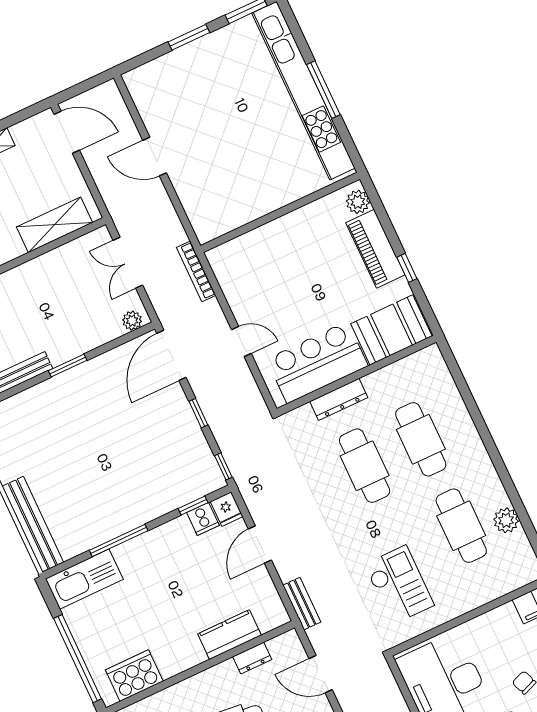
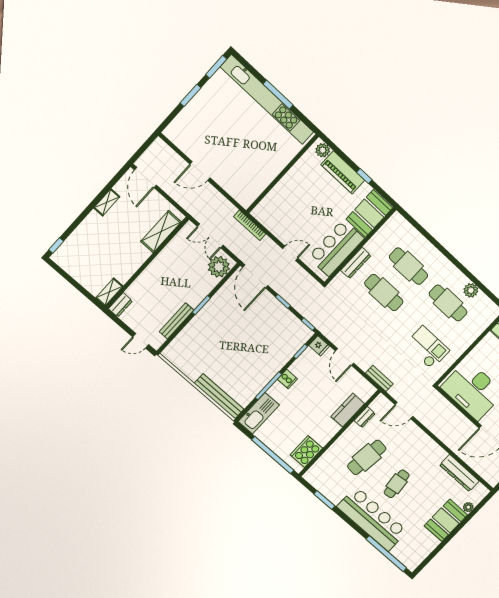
door: (67, 132) -> (145, 177), swing flipped
plant: (132, 321) -> (219, 267), width x1.88, depth x1.88
cooker: (203, 519) -> (287, 379), moved

